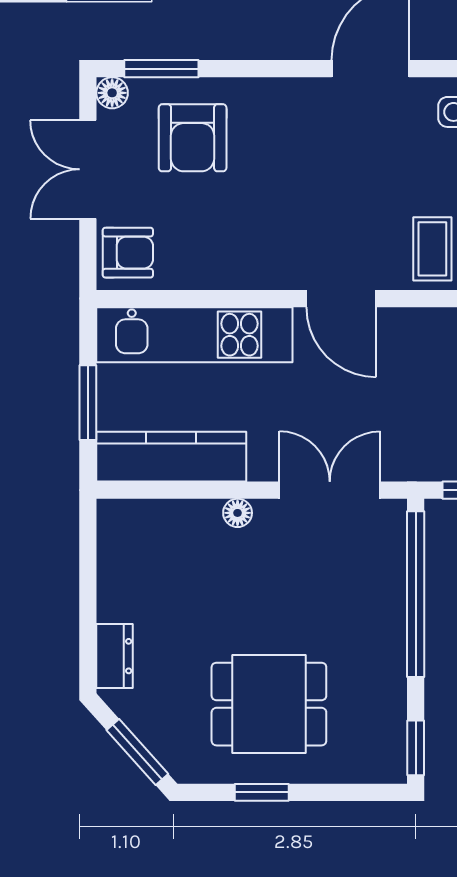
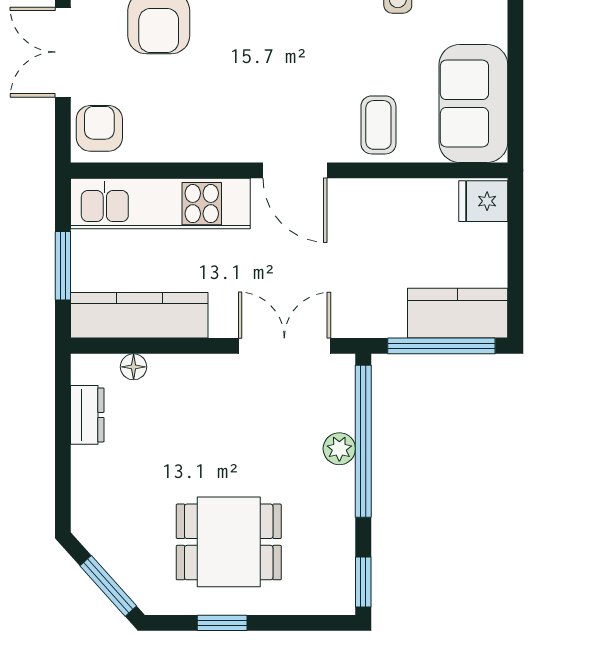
armchair: (128, 253) -> (99, 128), turned -90
floor lamp: (238, 513) -> (134, 367), moved
plant: (390, 602) -> (339, 449), added
dresser: (115, 656) -> (87, 415), moved

